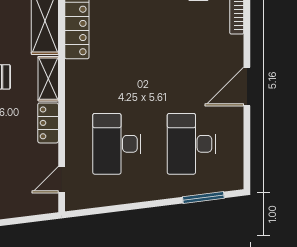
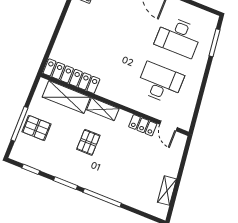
locker: (48, 123) -> (143, 125), moved
desk: (117, 144) -> (160, 83), turned 180

